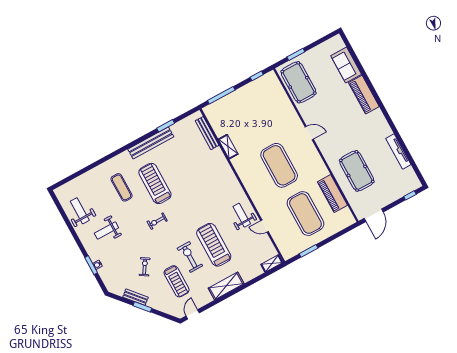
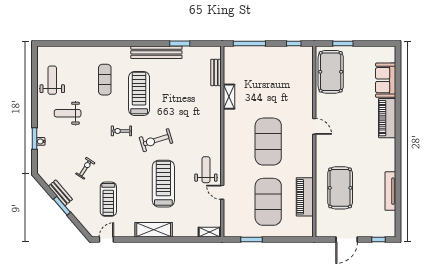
bench: (207, 133) -> (216, 72), width x0.73
door: (374, 215) -> (347, 239), moved
exercise bike: (190, 257) -> (156, 140), moved, turned -107

